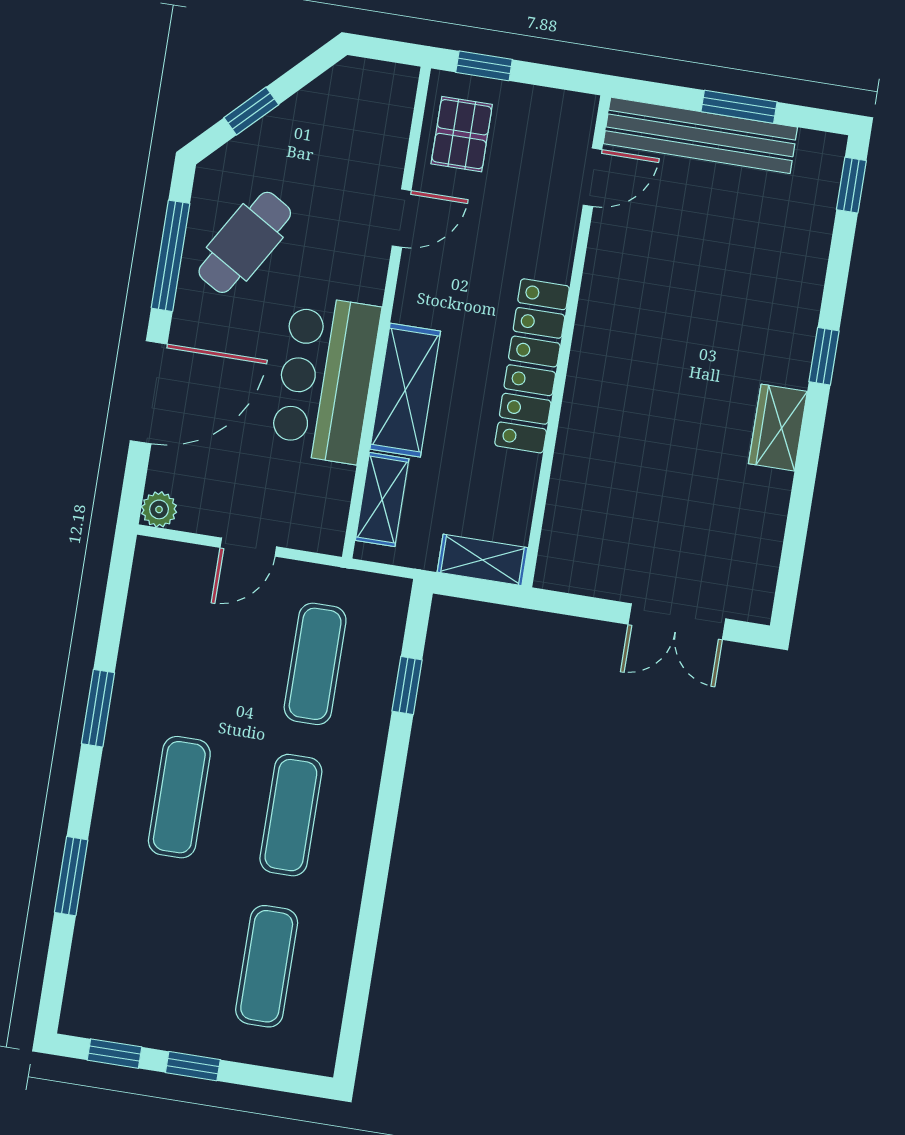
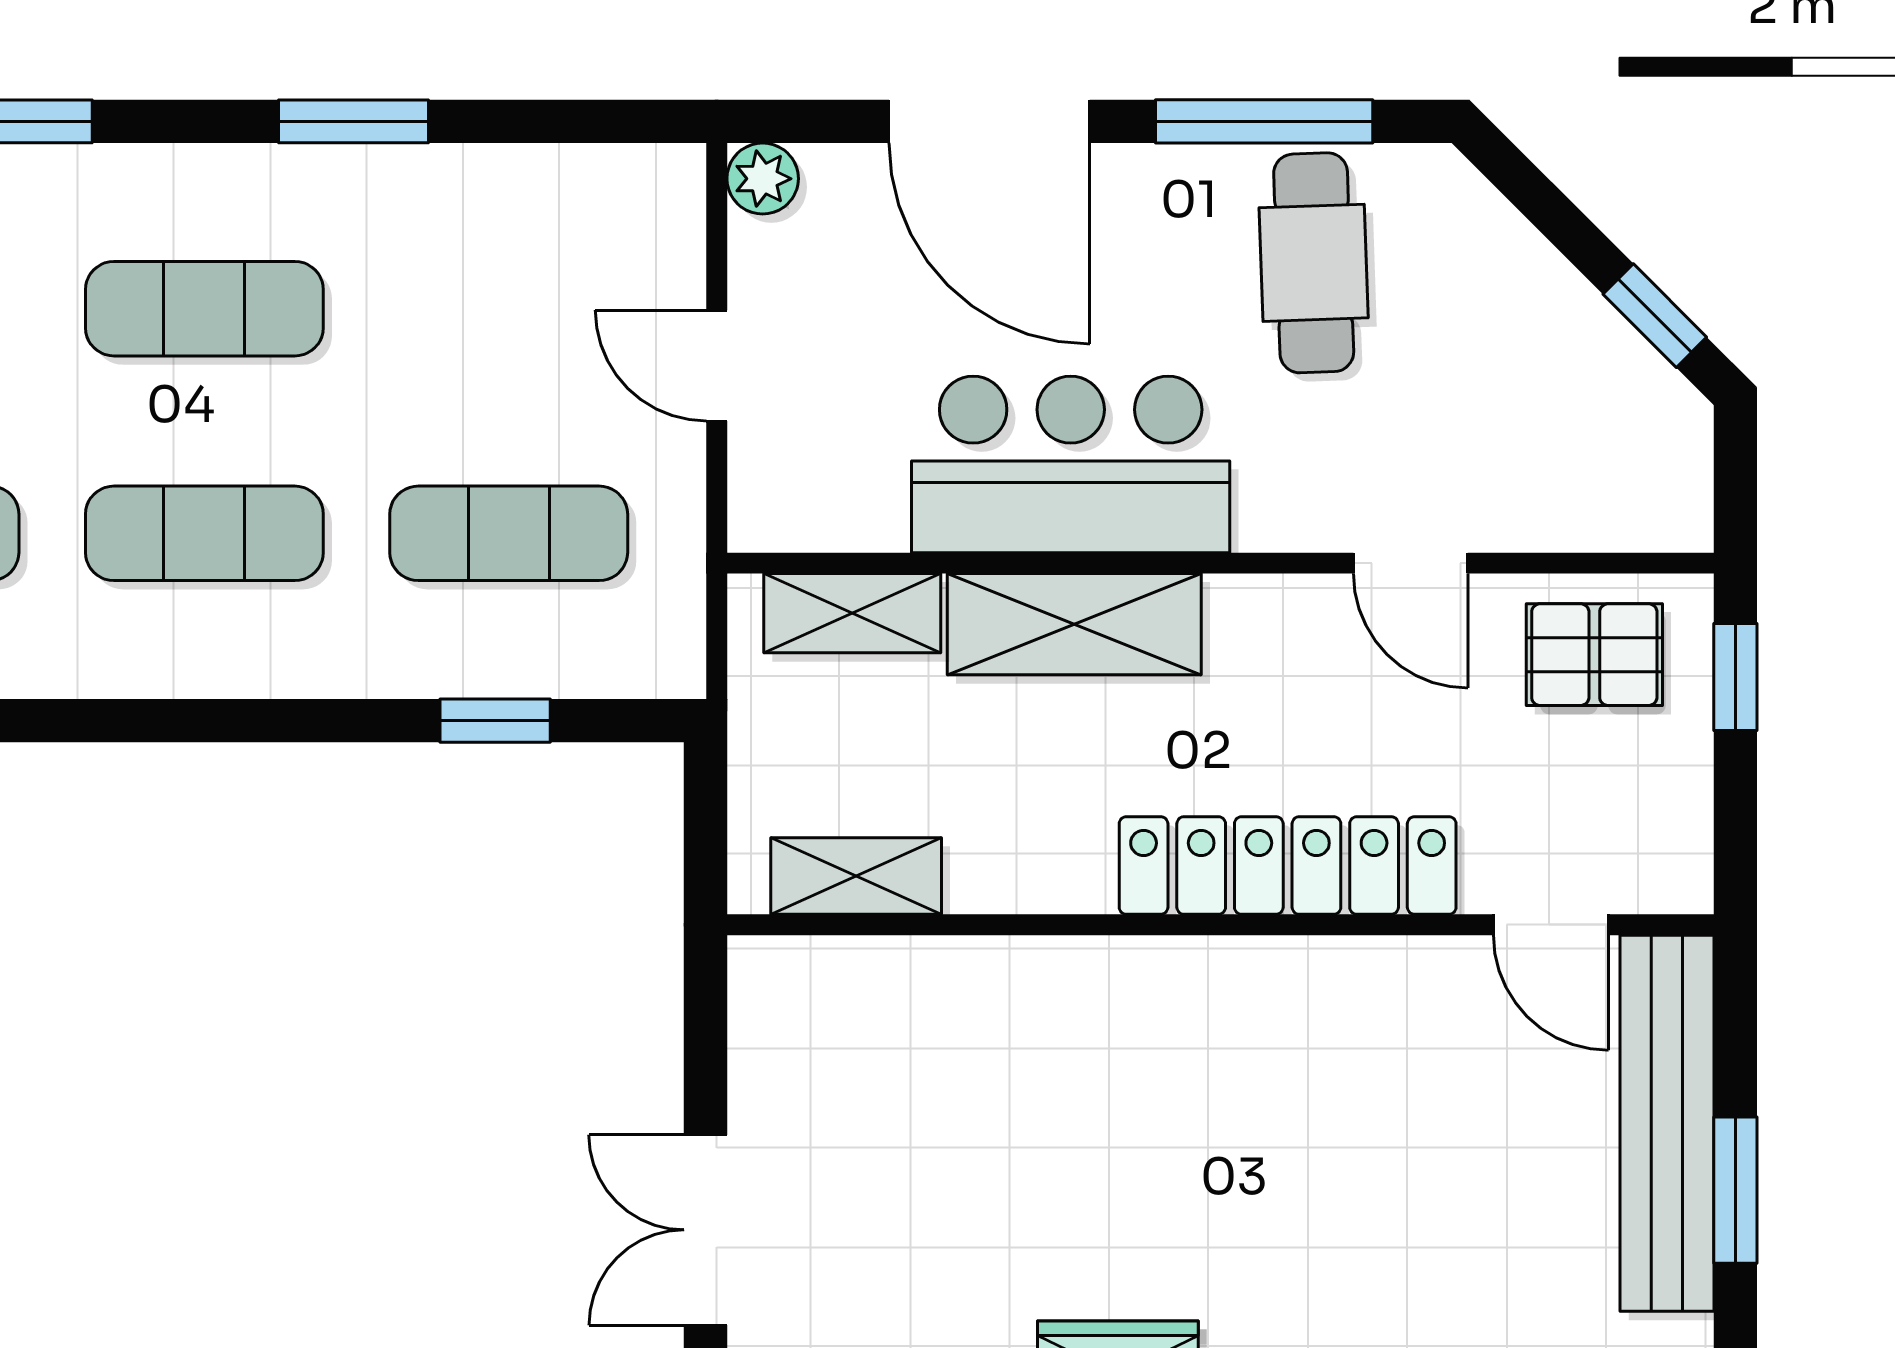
window: (251, 111) -> (1655, 316), moved
cafe table: (245, 242) -> (1314, 263), turned 57
locker: (532, 366) -> (1288, 865), moved
shelving: (483, 560) -> (856, 876), moved, turned 90

